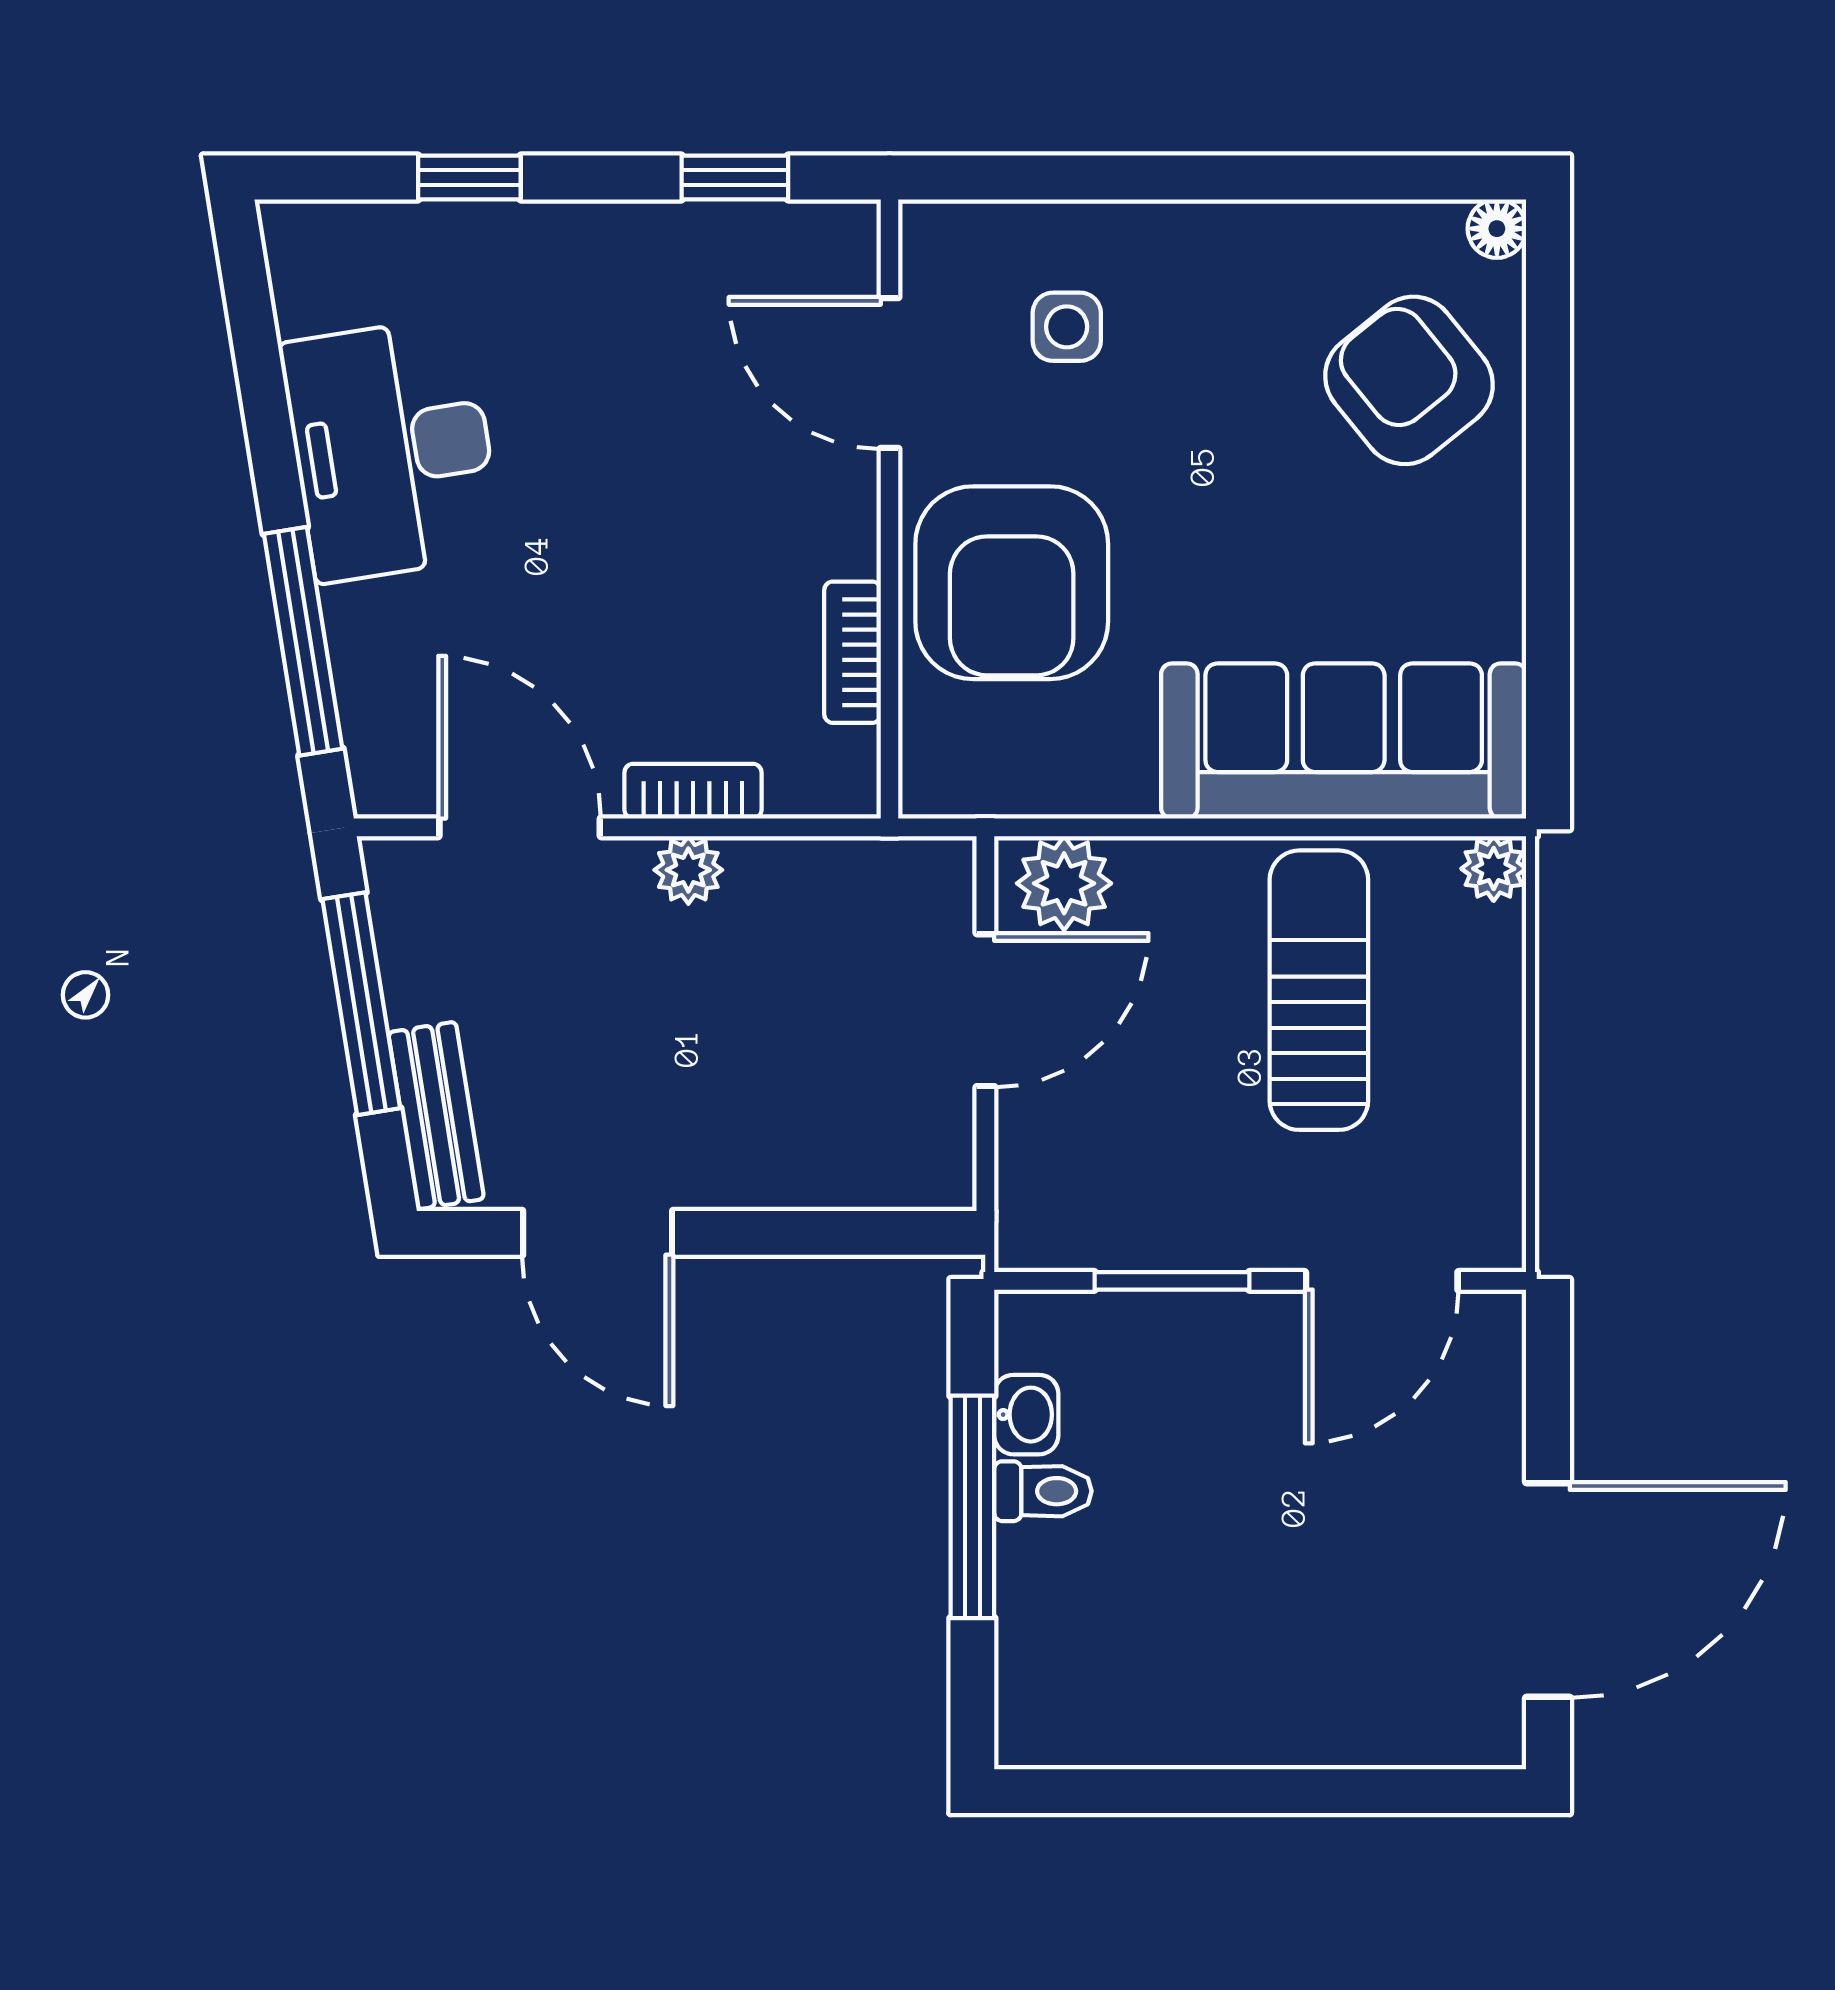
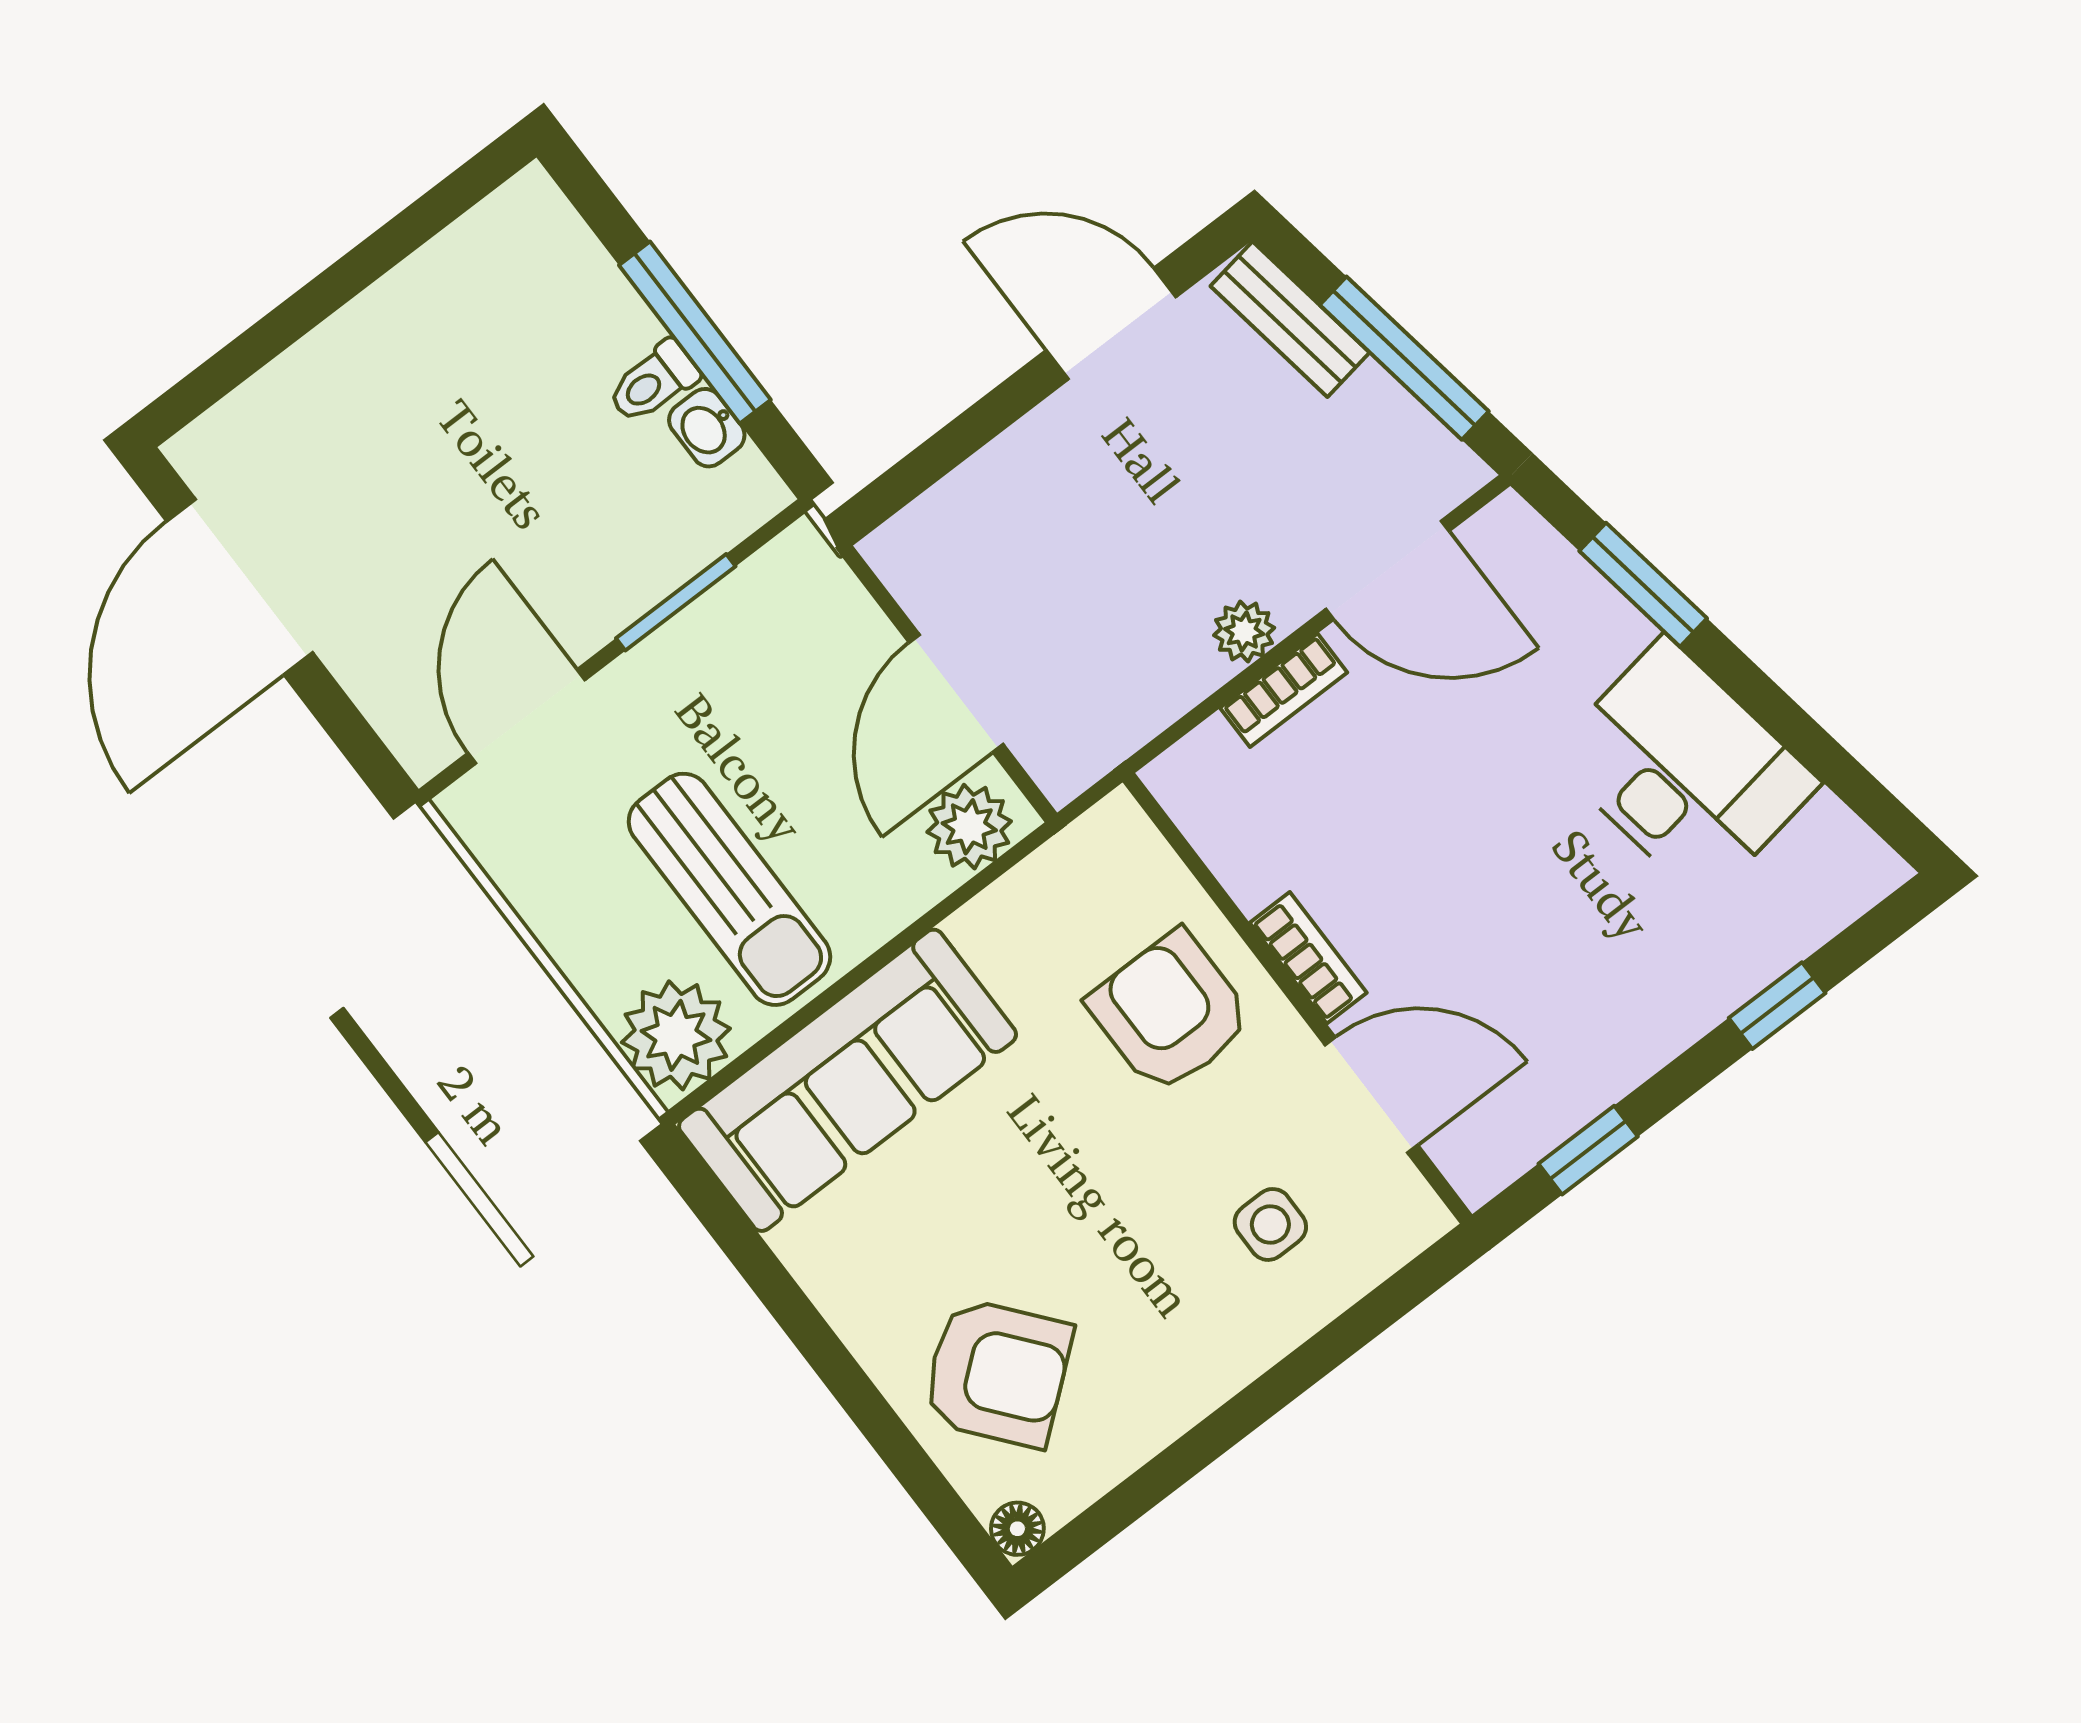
armchair: (1012, 583) -> (1170, 1012), width x0.73, depth x0.73
window: (303, 641) -> (1643, 585), width x0.69
bookcase: (852, 652) -> (1308, 958), moved
plant: (1494, 869) -> (676, 1035), width x1.88, depth x1.88

